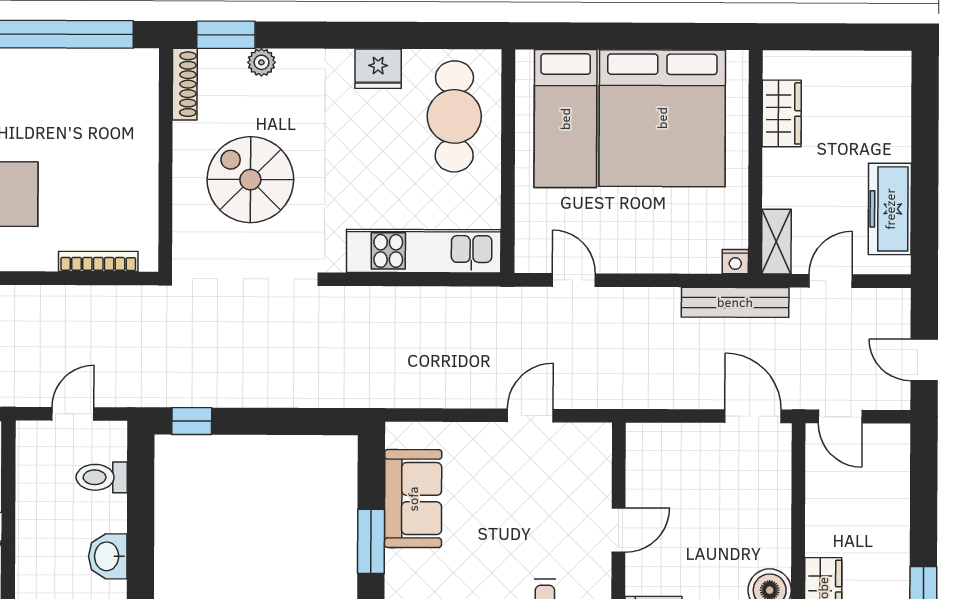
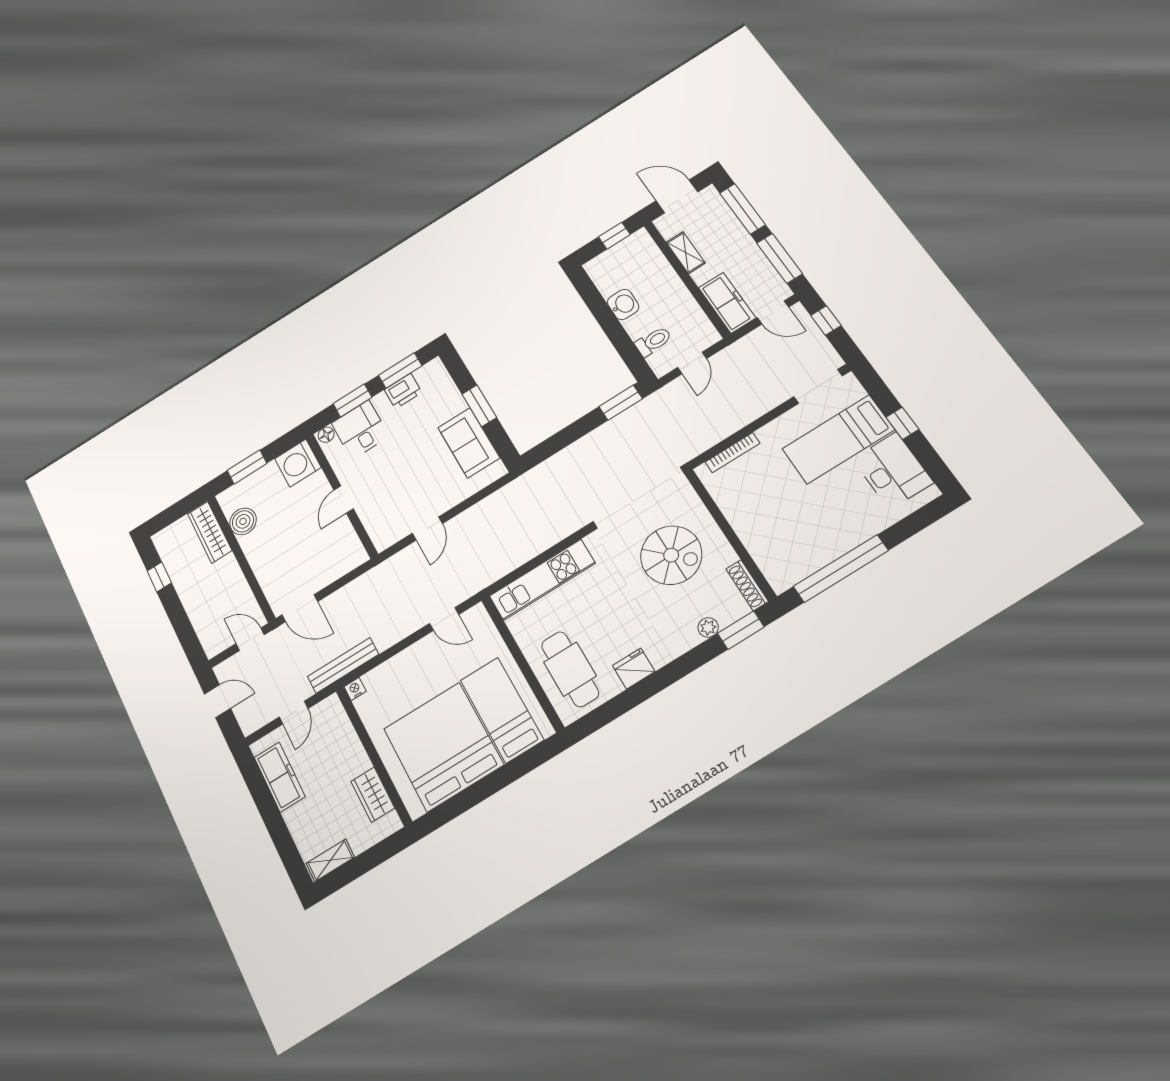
shelving: (776, 242) -> (330, 860), moved, turned 90
window: (192, 421) -> (621, 403), width x1.50

